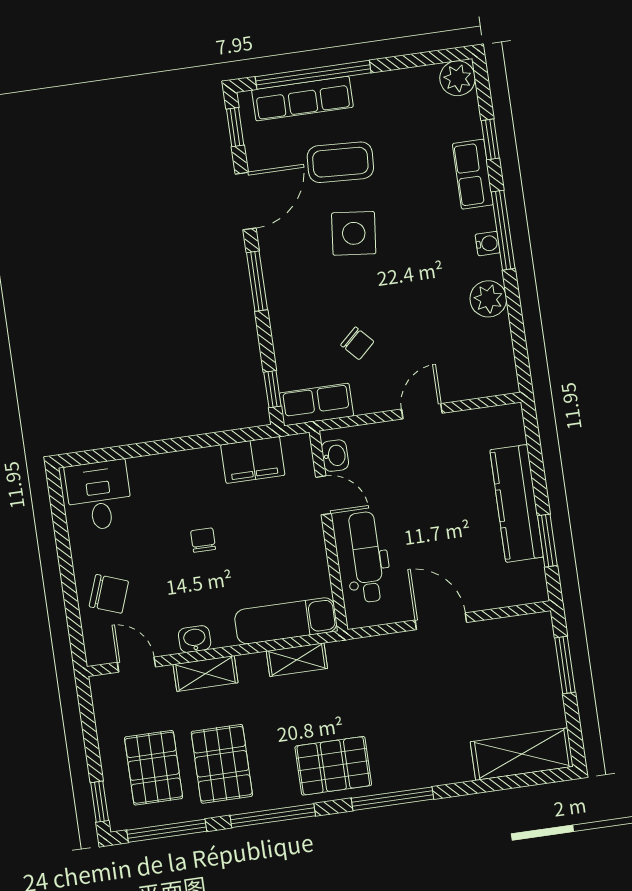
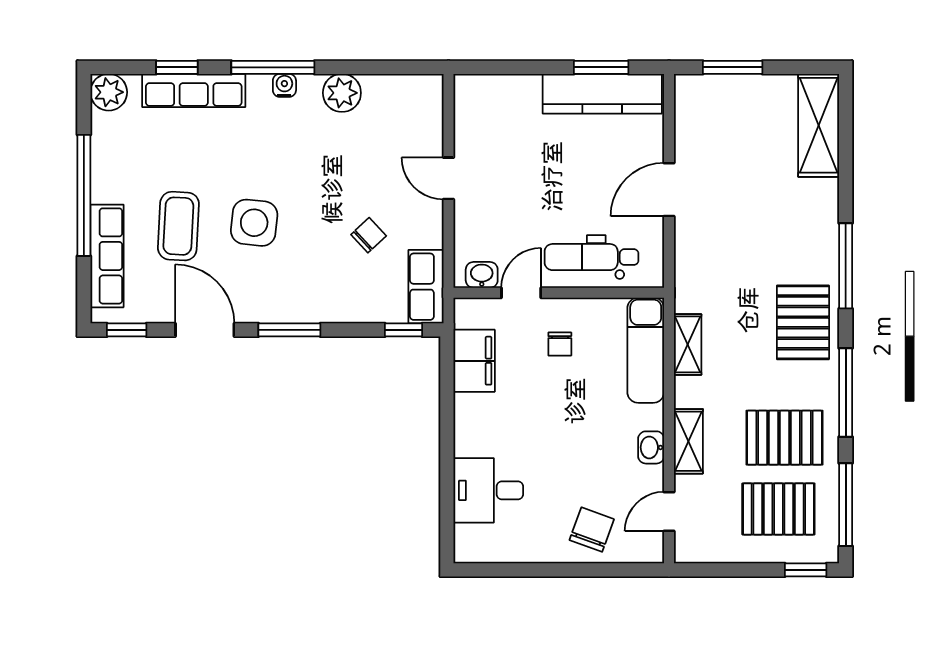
window: (313, 75) -> (84, 195), moved
row of seats: (473, 174) -> (194, 90), width x1.48
desk: (99, 496) -> (488, 490), moved
kitchen counter: (517, 503) -> (602, 94), moved
chair: (203, 540) -> (560, 344), moved, turned -90

